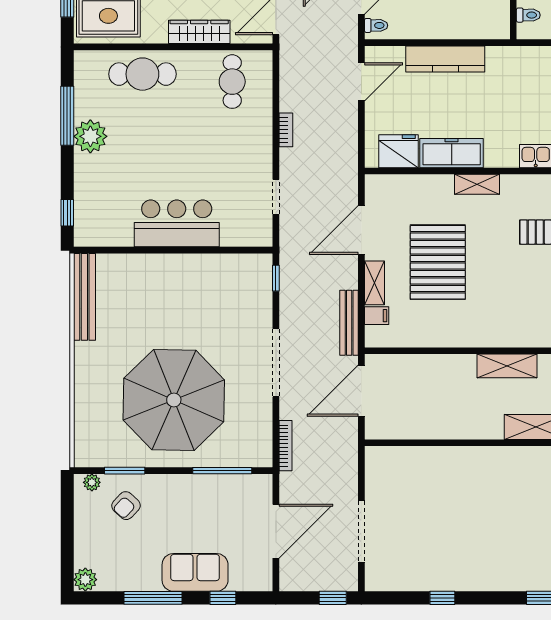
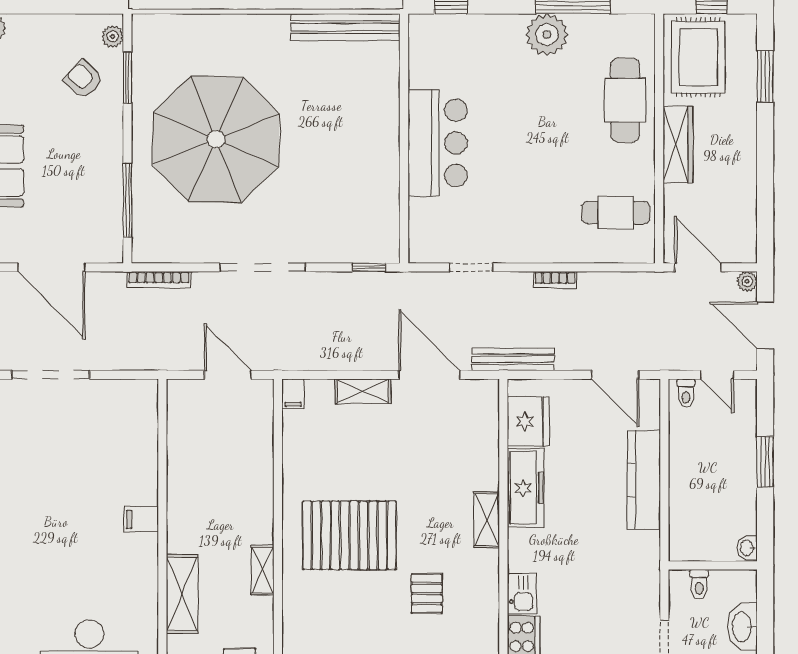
wardrobe: (199, 32) -> (678, 145), moved
pallet: (438, 262) -> (349, 535), moved
filing cabinet: (377, 316) -> (293, 394), moved
bench: (349, 323) -> (513, 359), moved
shelving: (507, 366) -> (262, 570), width x0.67, depth x0.75
door: (361, 391) -> (228, 375), width x0.73
filing cabinet: (477, 460) -> (141, 519), added

